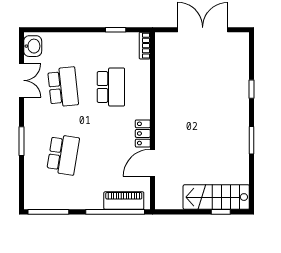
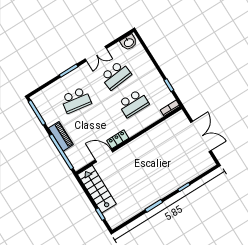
double door: (21, 80) -> (96, 54), moved
stairs: (216, 197) -> (97, 189), moved
piano: (124, 201) -> (61, 136), moved

